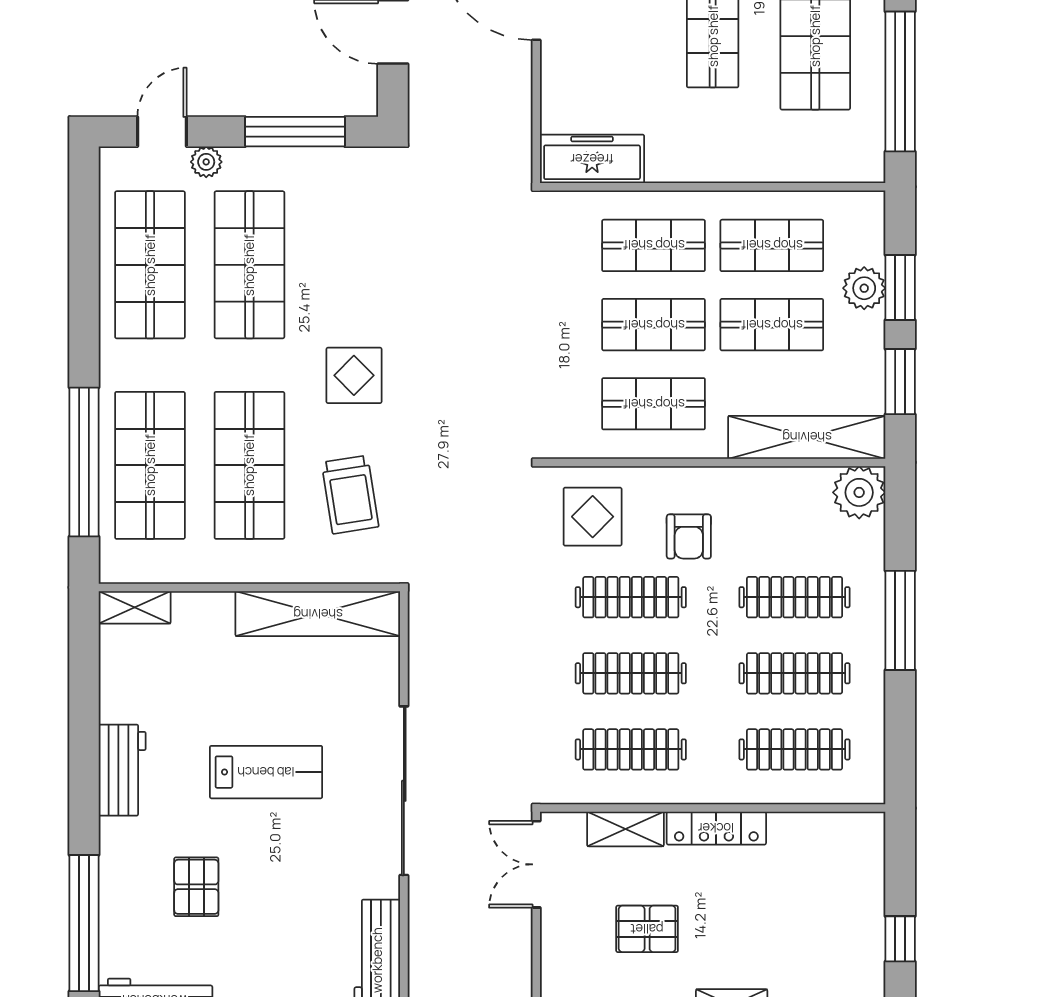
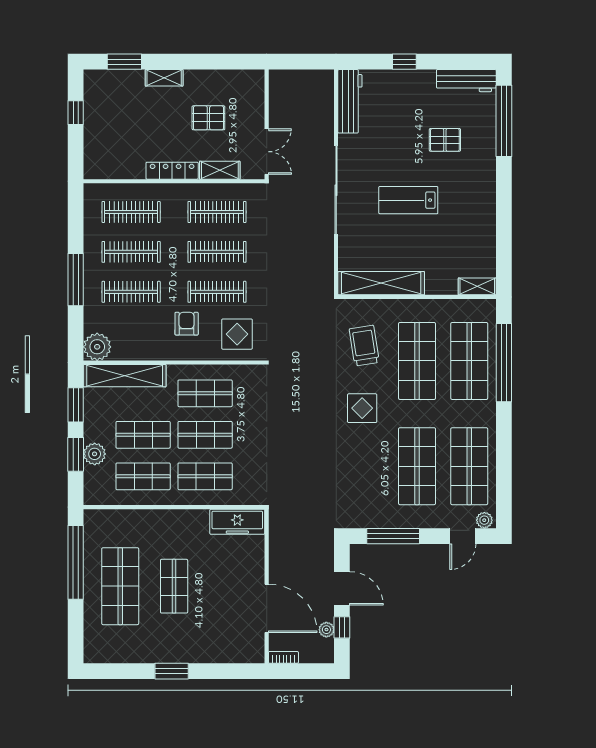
plant: (206, 162) -> (484, 520), moved
workbench: (122, 770) -> (484, 201), removed
pallet: (196, 887) -> (445, 140), turned 90

